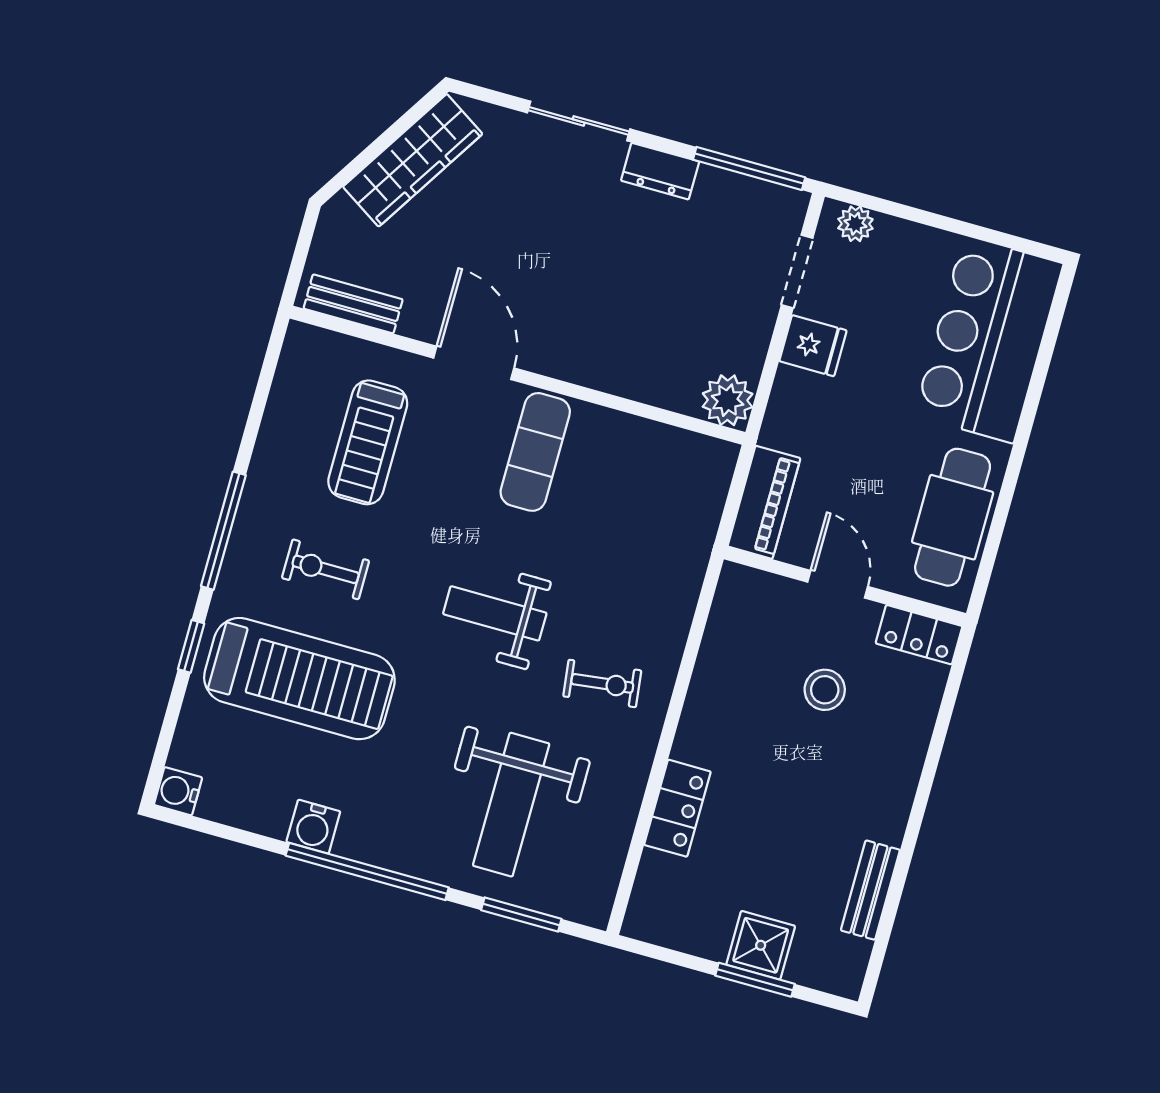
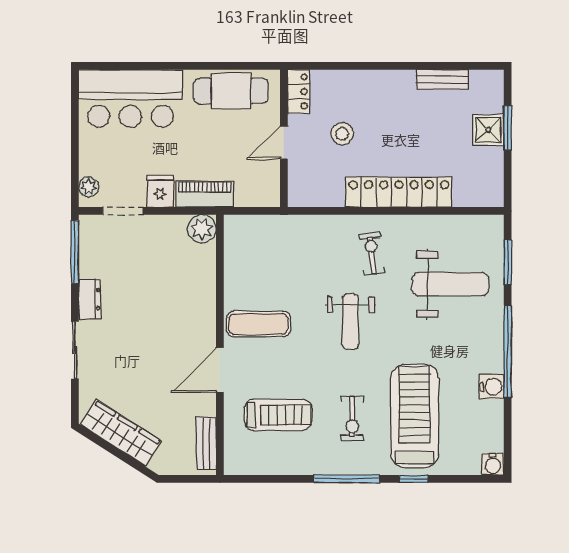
piano: (764, 502) -> (204, 194), moved
locker: (677, 808) -> (399, 192), width x2.16, depth x1.21

